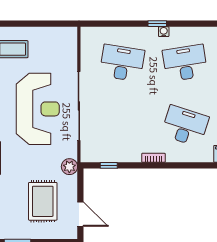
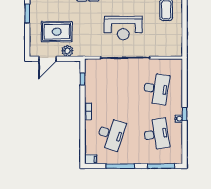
reception desk: (38, 109) -> (123, 28), width x0.74, depth x0.77
plant: (69, 167) -> (67, 51), moved

